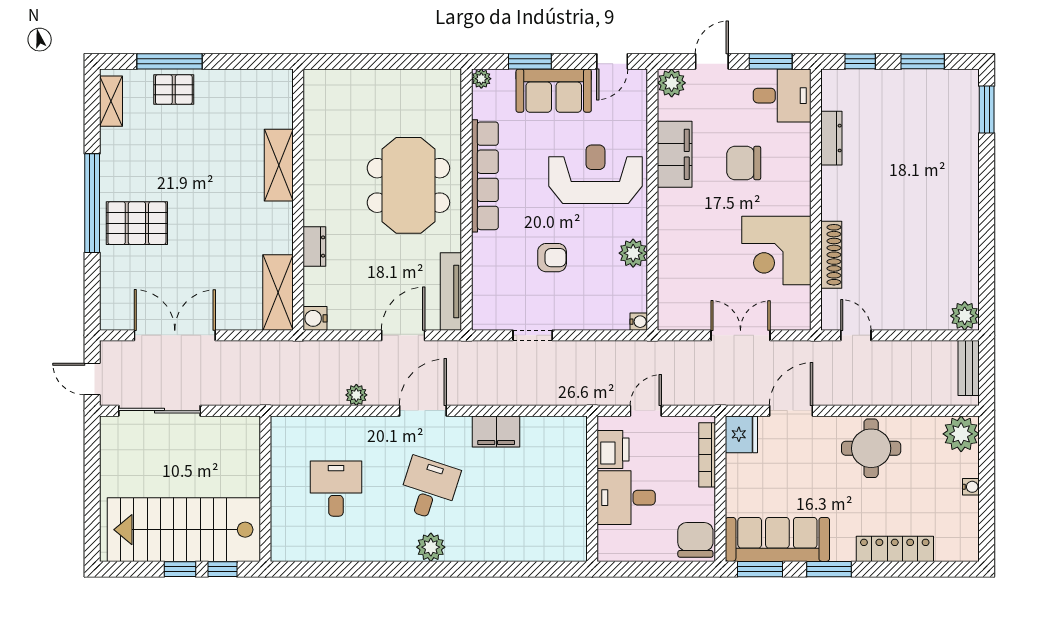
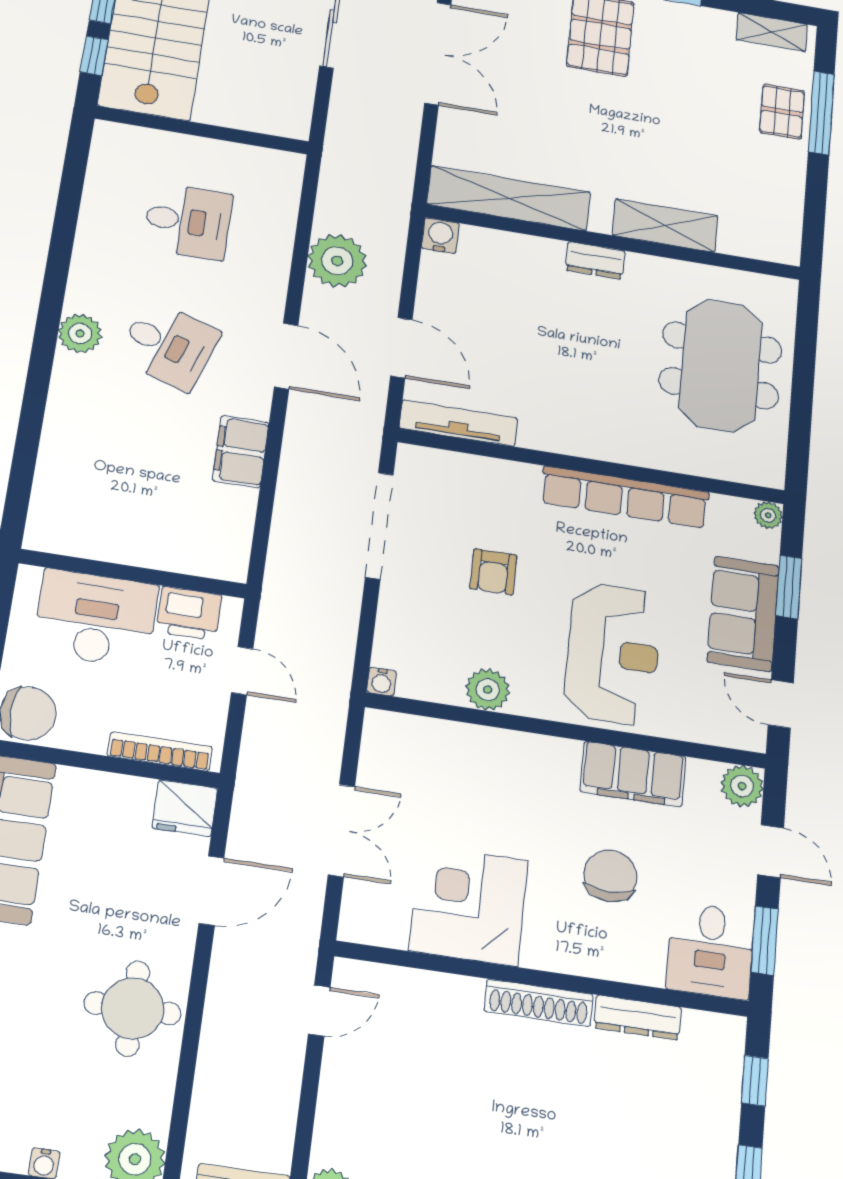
meeting table: (408, 185) -> (721, 365), moved, turned 90
dresser: (314, 247) -> (595, 260), moved
shoe rack: (831, 255) -> (539, 1003), moved
shelving: (278, 292) -> (509, 198), width x1.47
doorway: (533, 335) -> (379, 526), width x1.87
plant: (356, 395) -> (337, 261), width x1.88, depth x1.88
door: (791, 411) -> (212, 891), hinge flipped
desk: (626, 498) -> (96, 619), width x1.37

